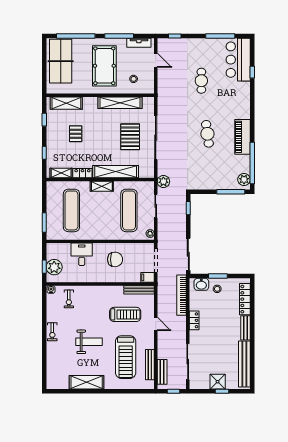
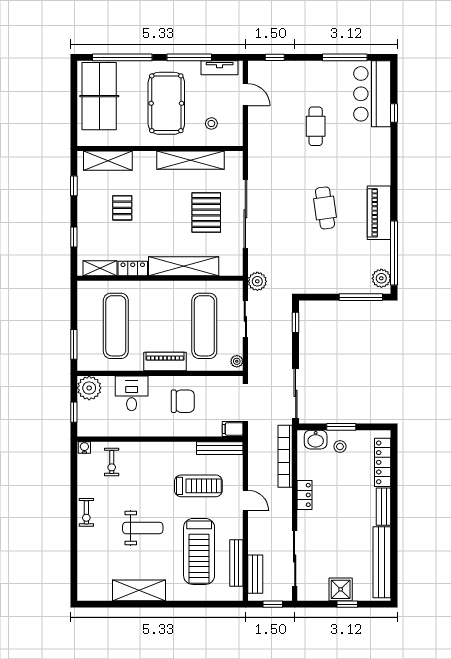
shelving: (102, 186) -> (163, 289), removed
piano: (103, 234) -> (165, 362), added
plant: (54, 267) -> (89, 388), moved

